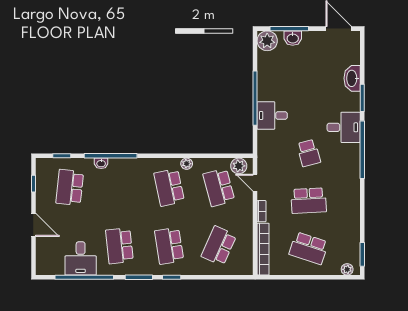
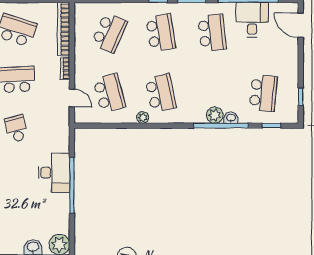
desk: (272, 115) -> (54, 173), width x1.37
plant: (239, 166) -> (215, 115), moved
door: (33, 225) -> (301, 25), moved

